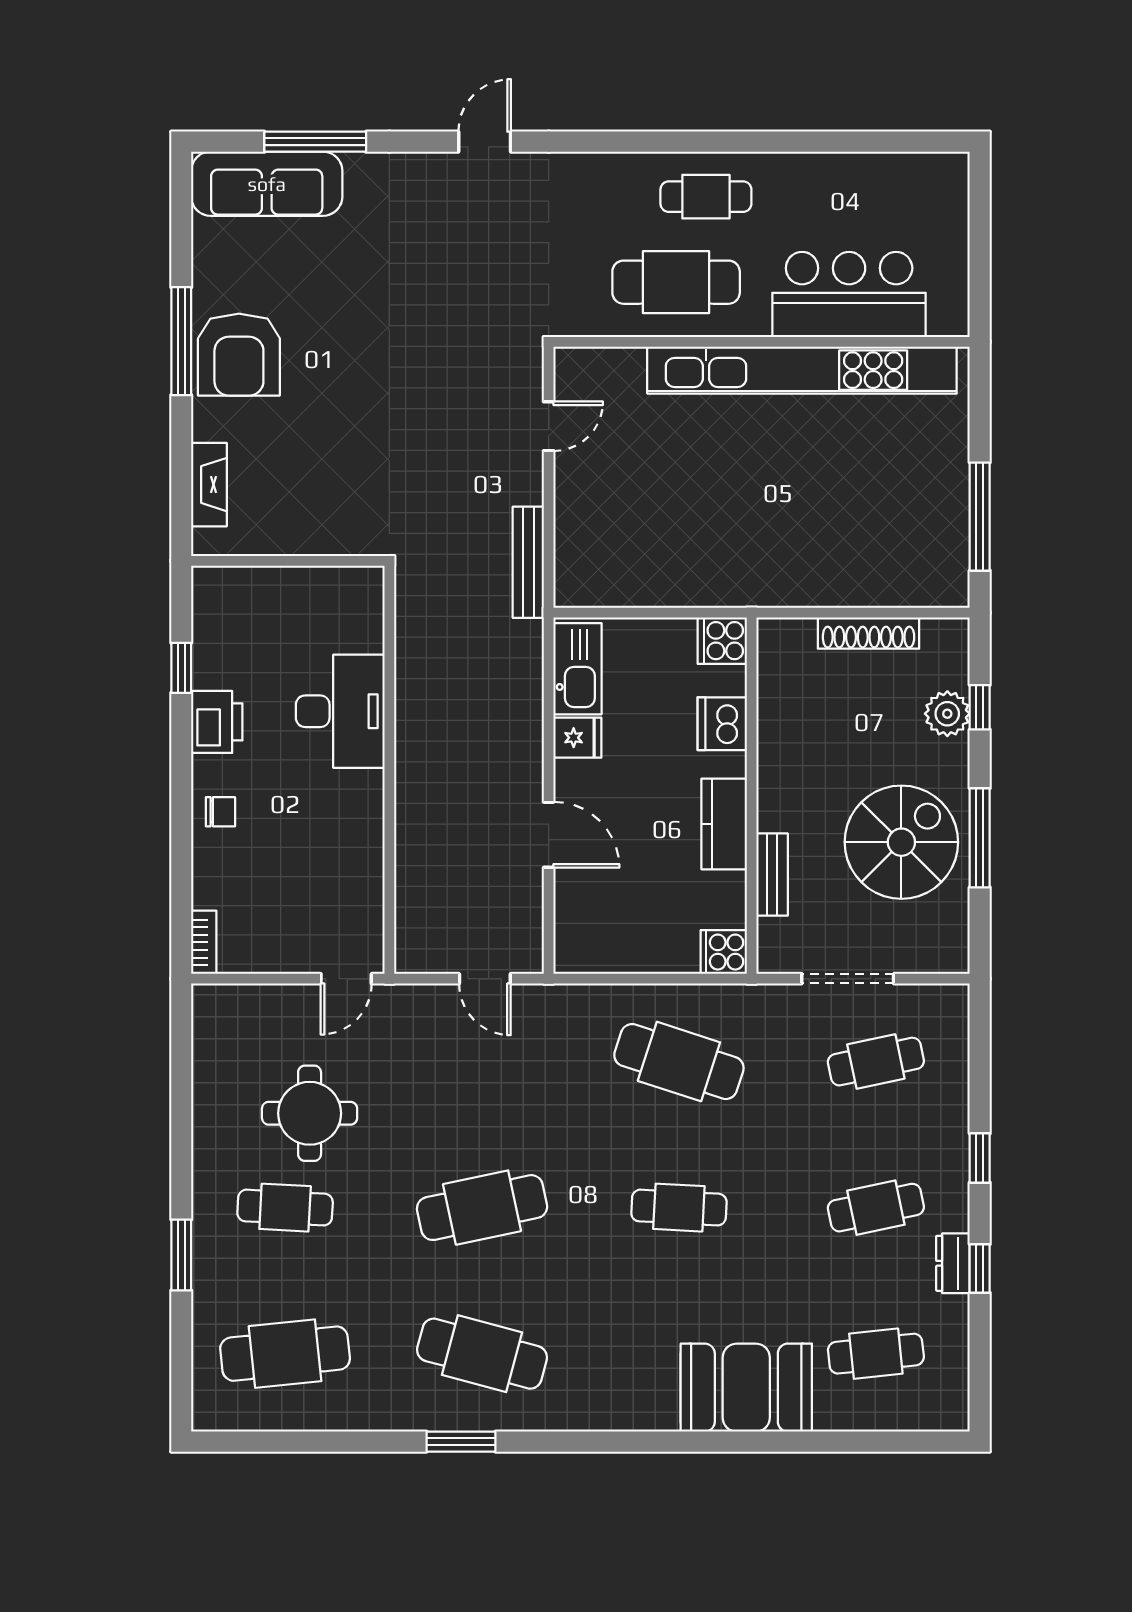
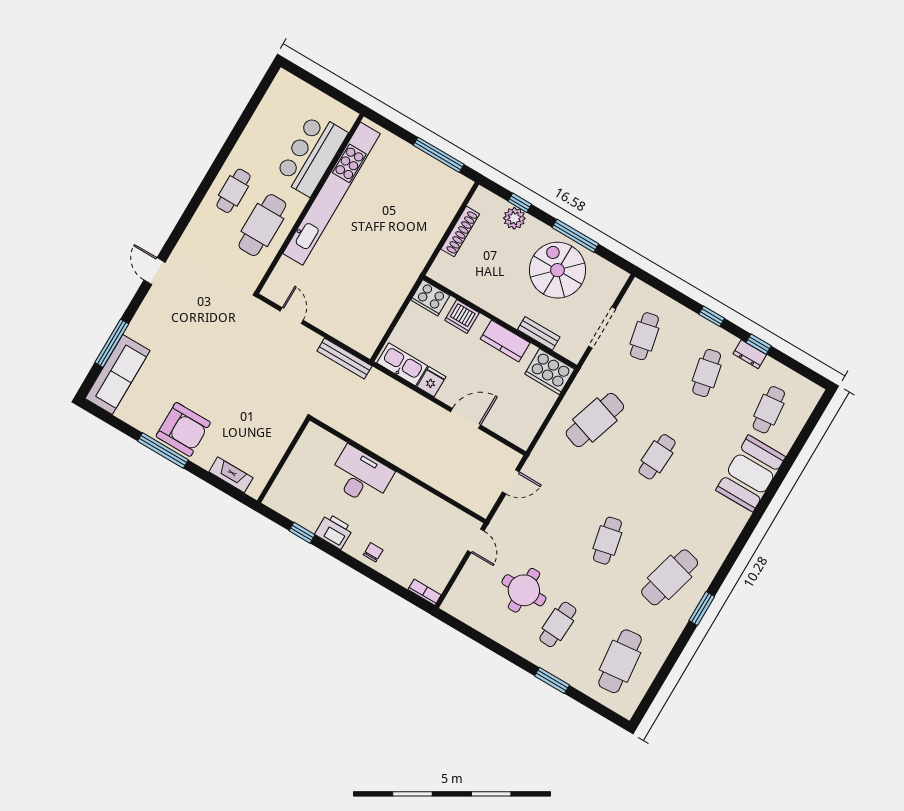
cooker: (722, 641) -> (430, 298), width x1.36
cooker: (724, 952) -> (550, 372), width x1.87, depth x1.31
cafe table: (482, 1208) -> (607, 541), width x0.73, depth x0.74

